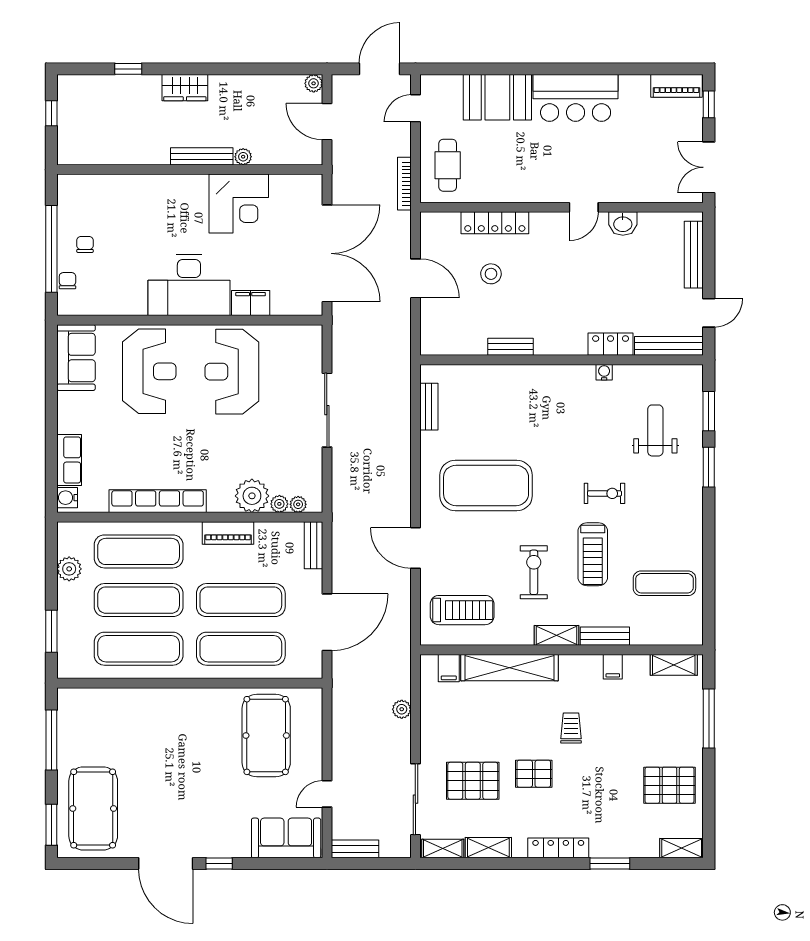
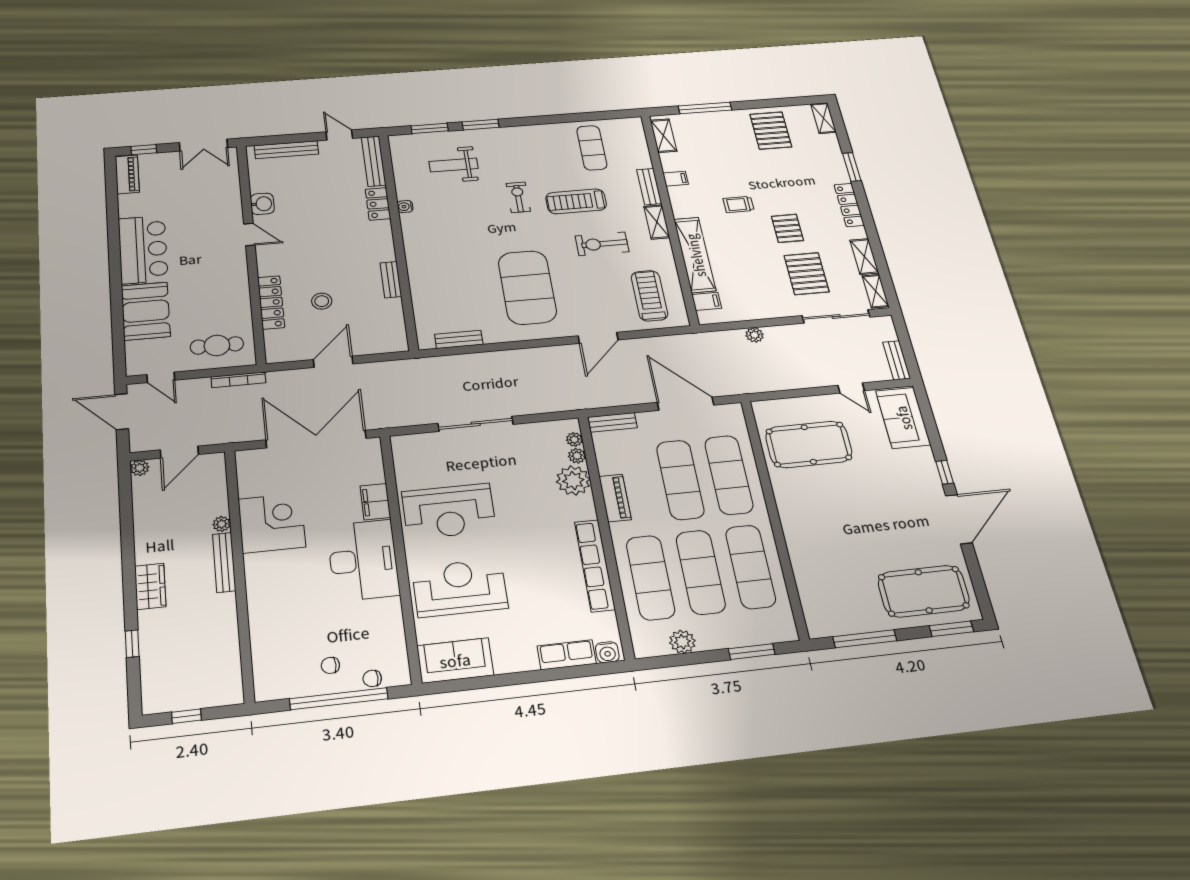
treadmill: (593, 554) -> (576, 201), turned 180

